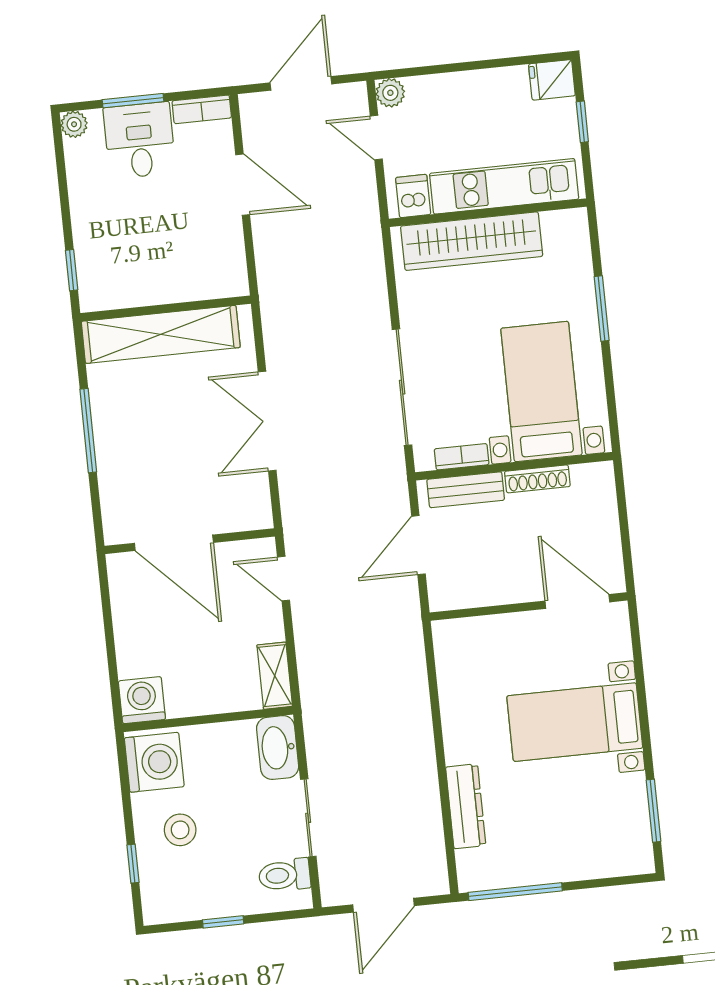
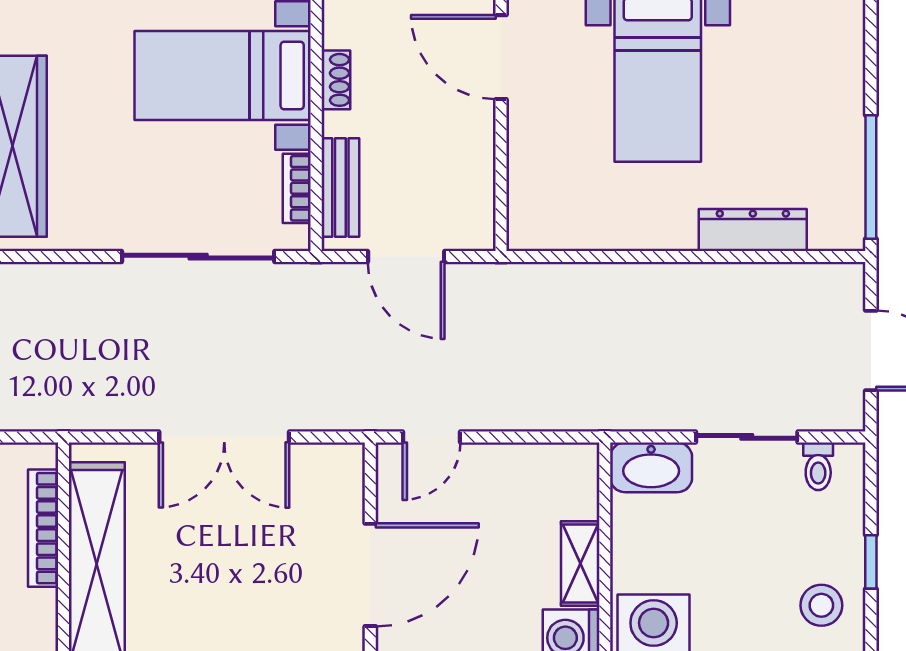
bookcase: (184, 291) -> (43, 528), added
shoe rack: (537, 479) -> (336, 80), width x0.70
door: (577, 601) -> (501, 57), hinge flipped
shelving: (275, 676) -> (580, 563), moved, turned 90
stool: (180, 830) -> (821, 605), moved
toilet: (284, 875) -> (818, 466), width x0.73, depth x0.72

